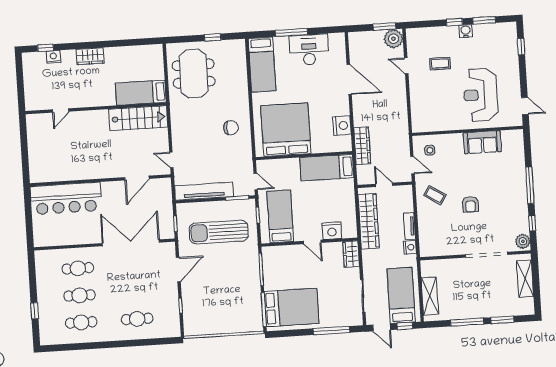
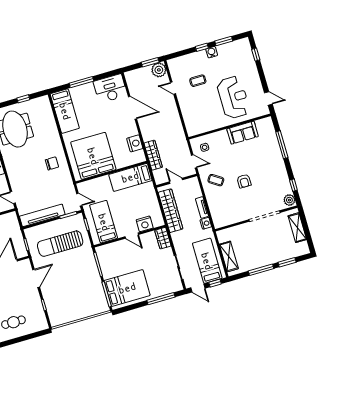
desk: (309, 50) -> (110, 88), moved
reception desk: (481, 95) -> (233, 97), turned 180
window: (530, 185) -> (282, 145), moved

